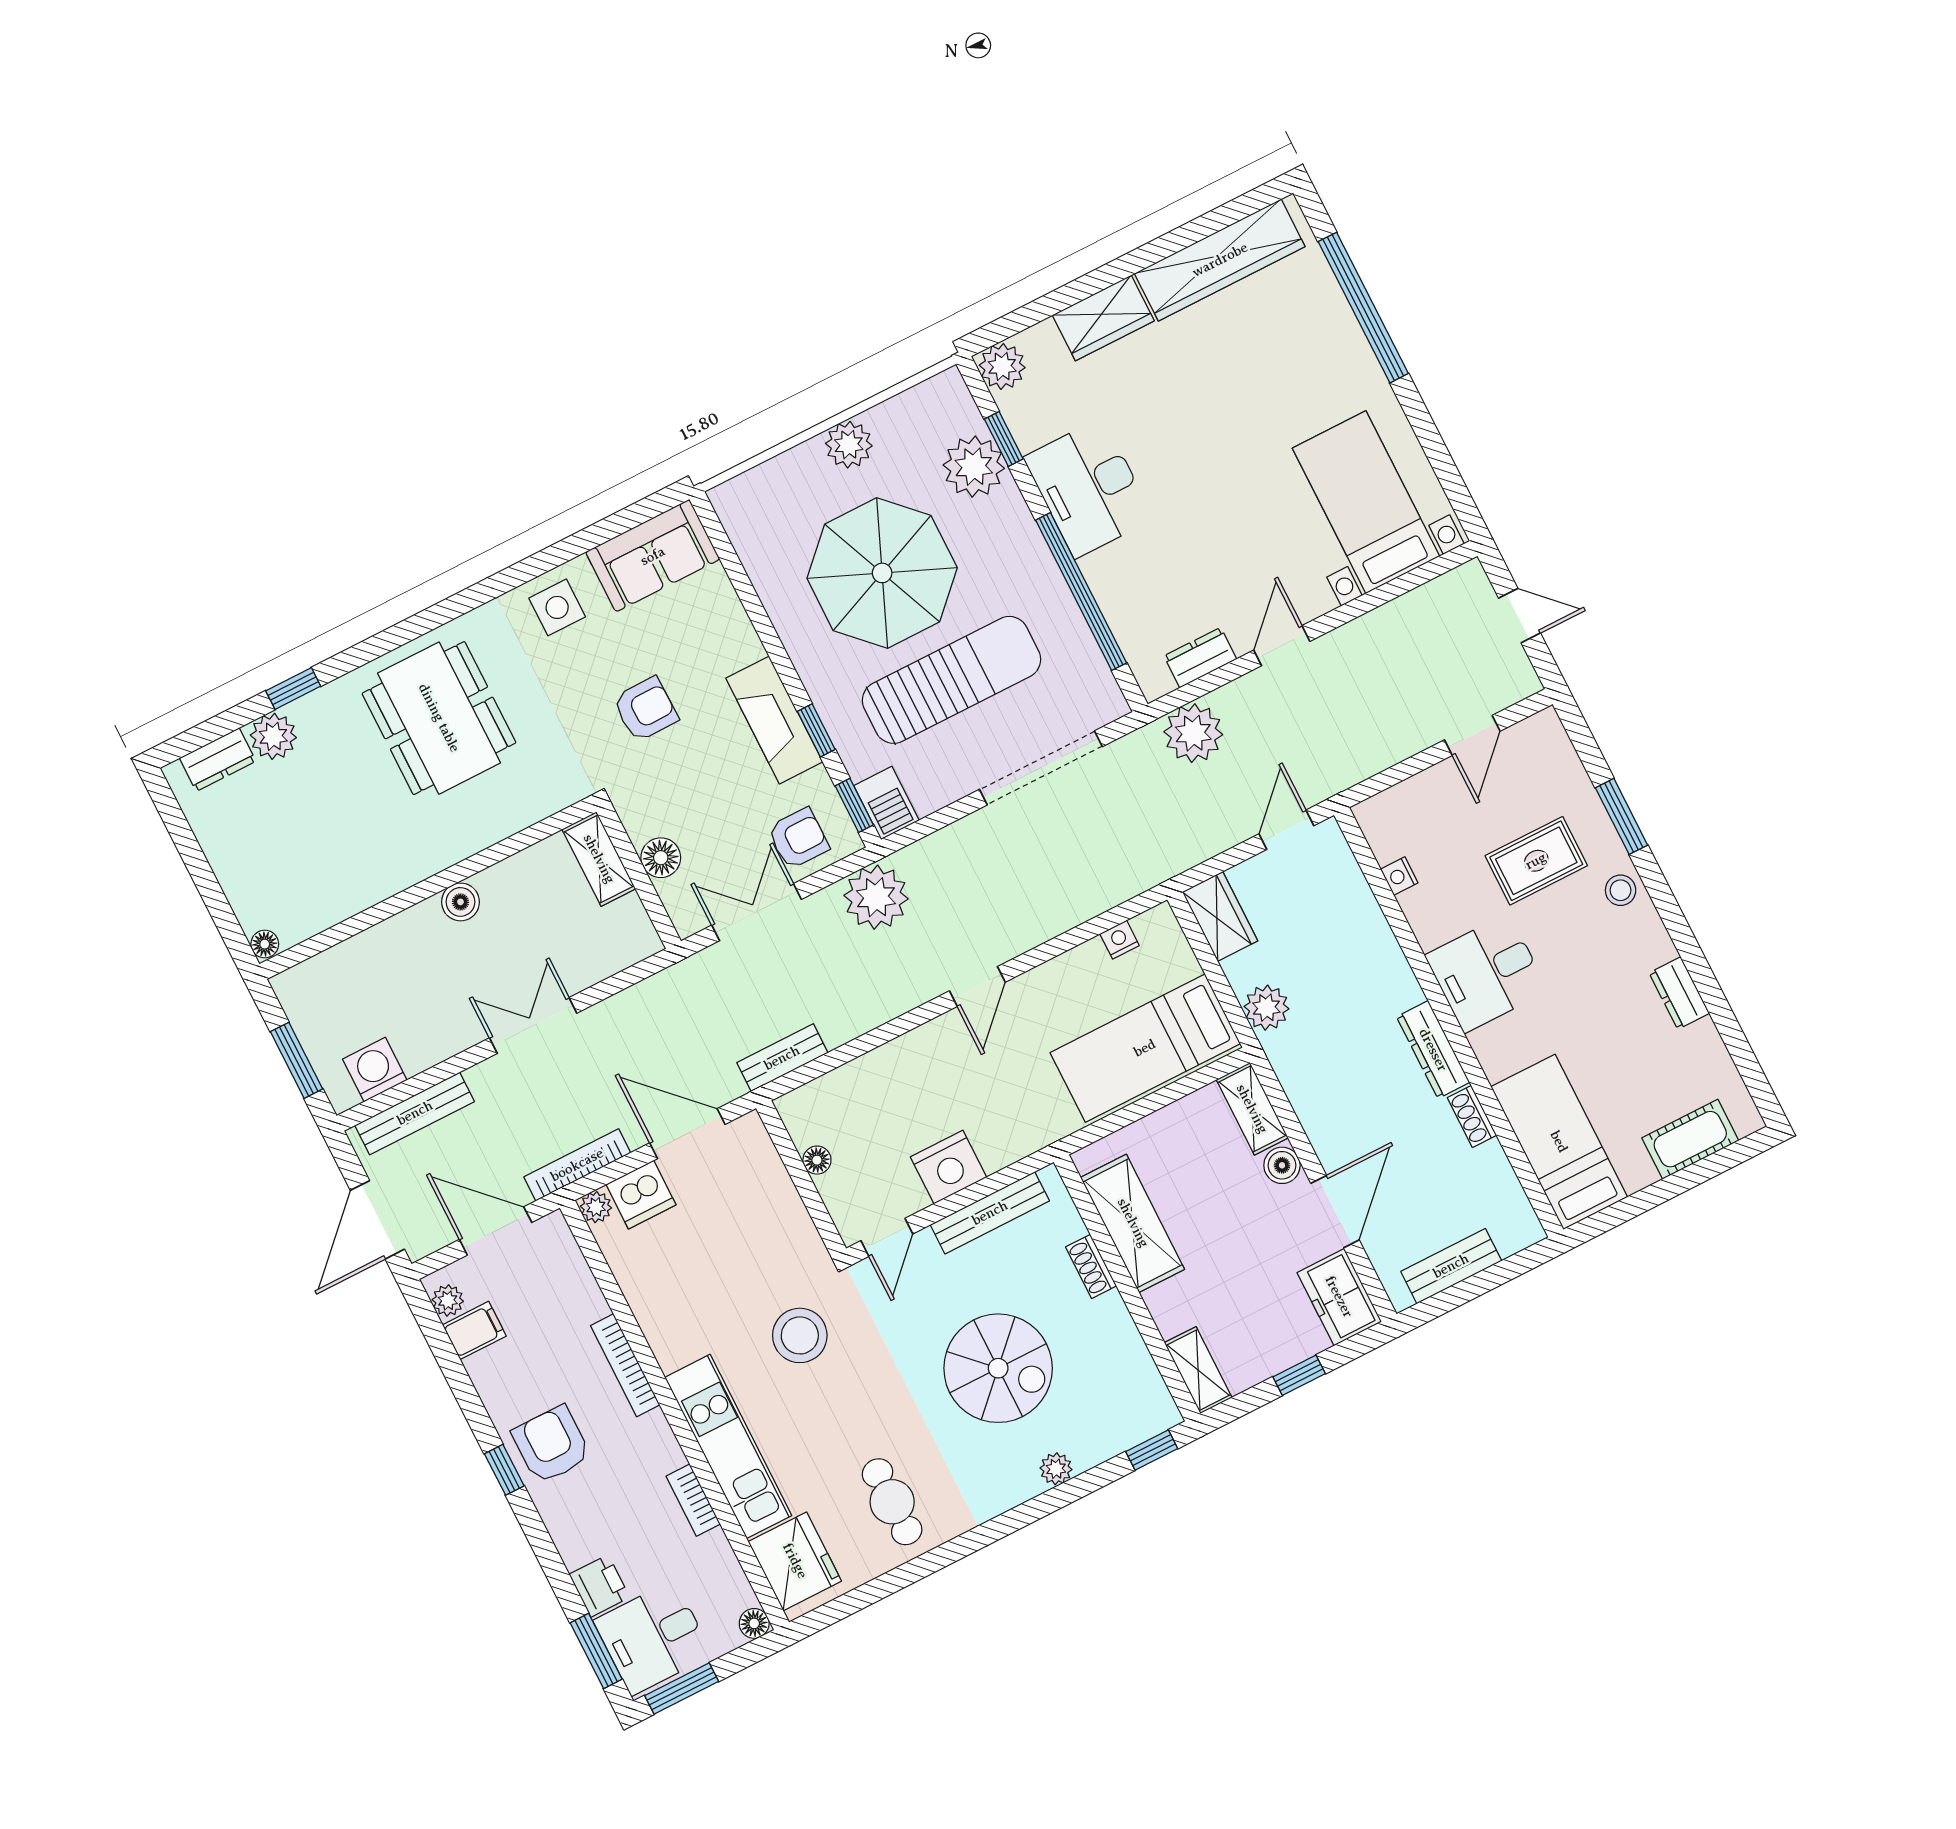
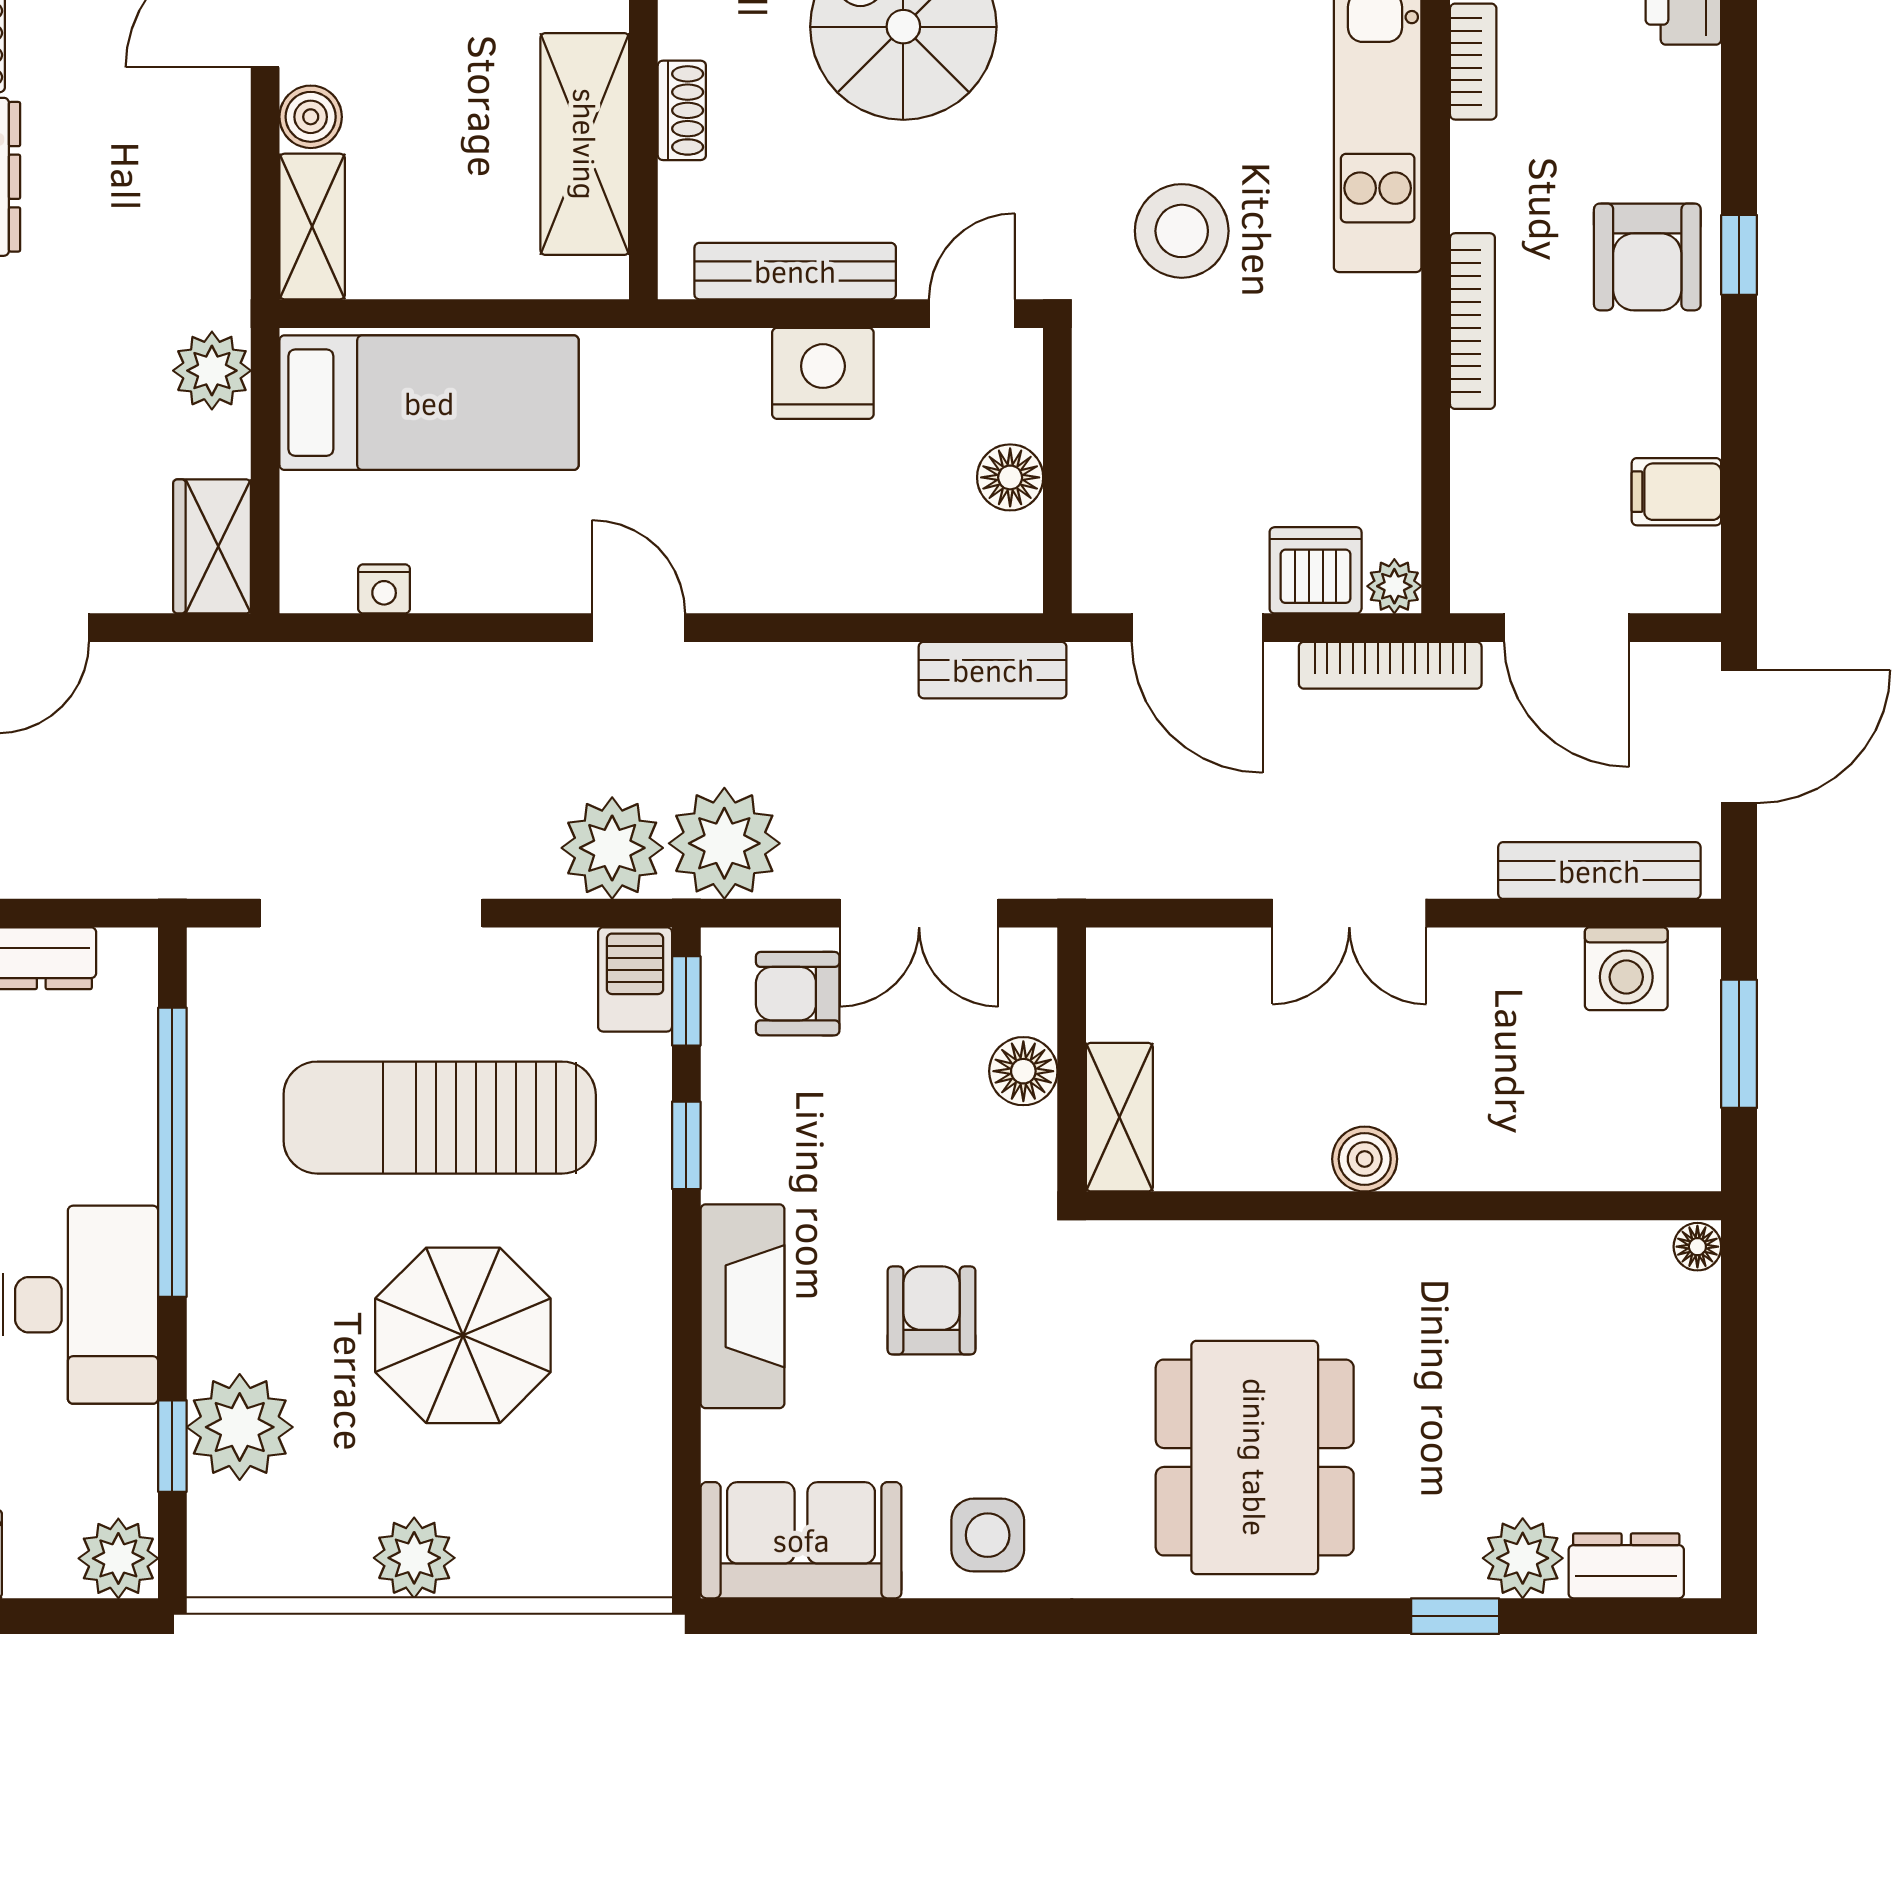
parasol: (882, 573) -> (463, 1335), width x0.73, depth x0.73
armchair: (645, 709) -> (932, 1310), turned 91
fireplace: (774, 720) -> (742, 1306), moved
plant: (1193, 733) -> (612, 848), moved
door: (977, 987) -> (638, 628), hinge flipped
floor lamp: (817, 1160) -> (1010, 477), width x1.37, depth x1.37
plant: (448, 1300) -> (1694, 558), removed

